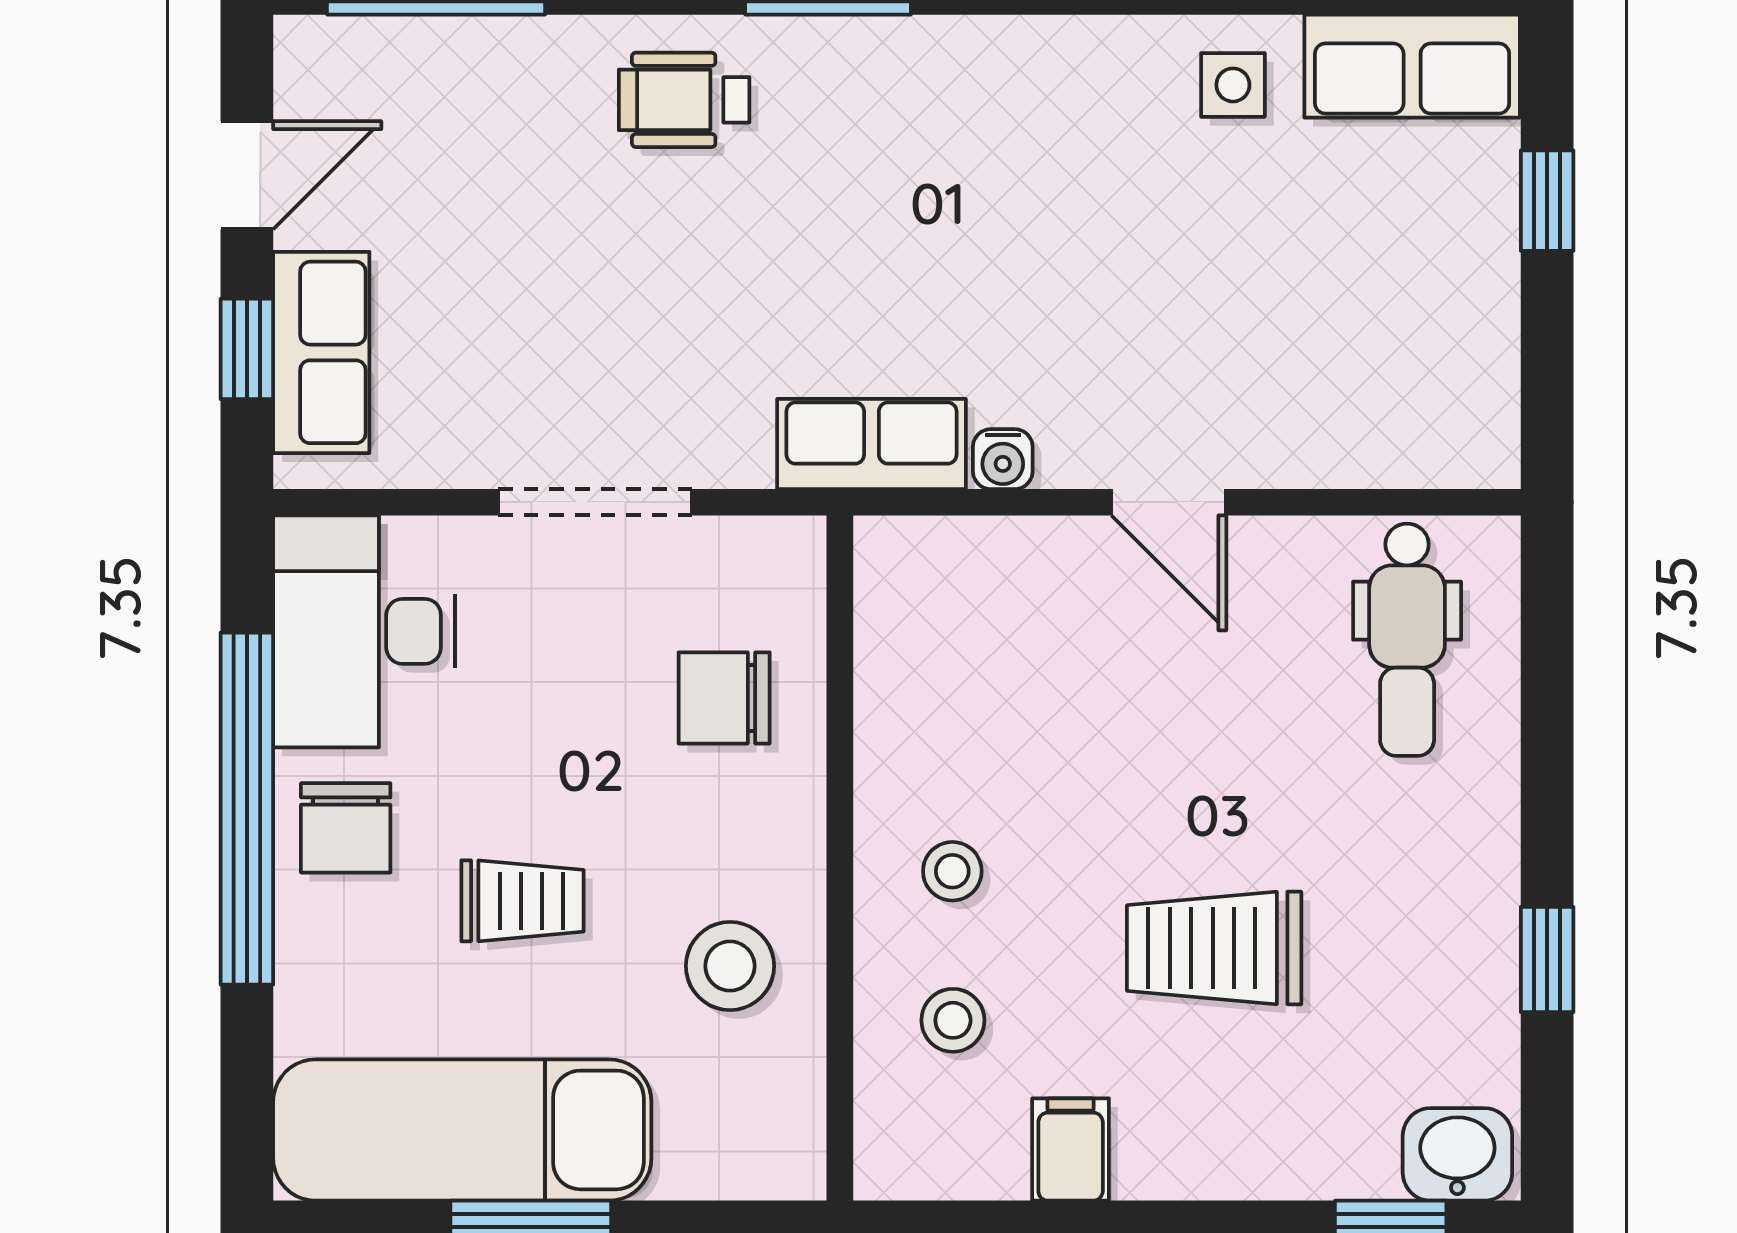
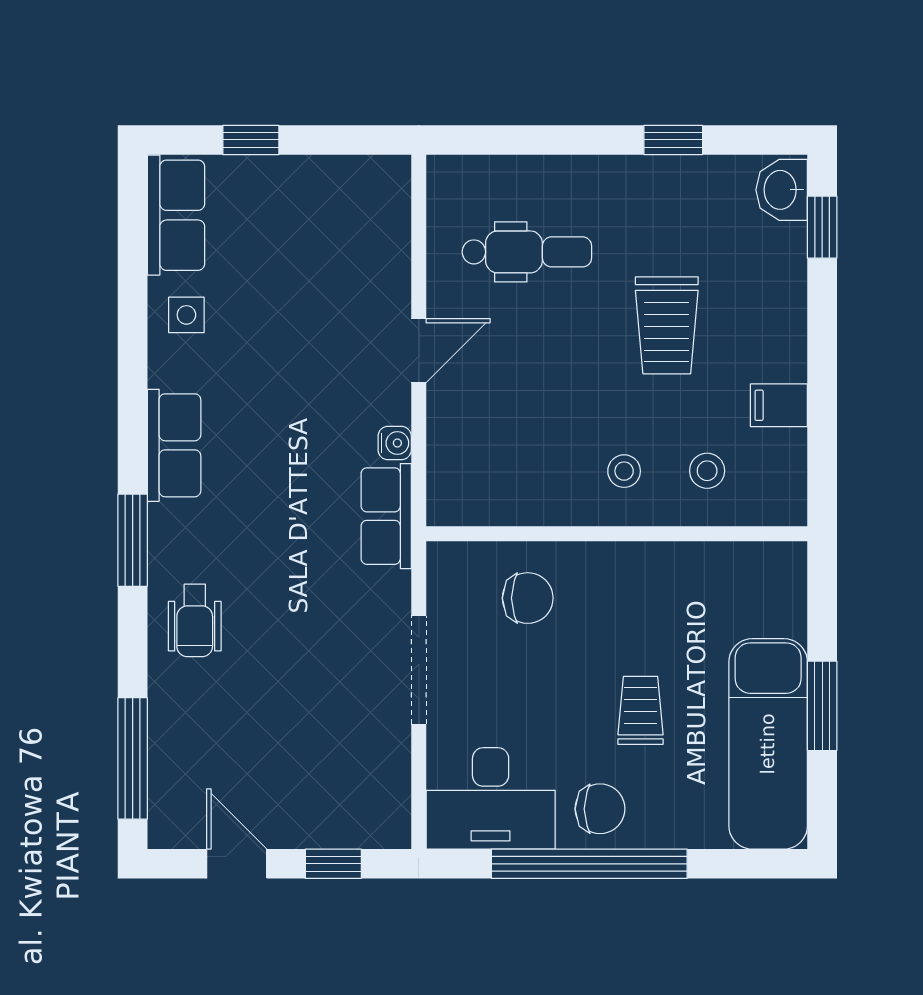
row of seats: (321, 352) -> (174, 445), moved, turned 90
dental chair: (1407, 640) -> (527, 252), moved
chair: (724, 698) -> (528, 598), turned -90
stool: (730, 966) -> (677, 595), removed

